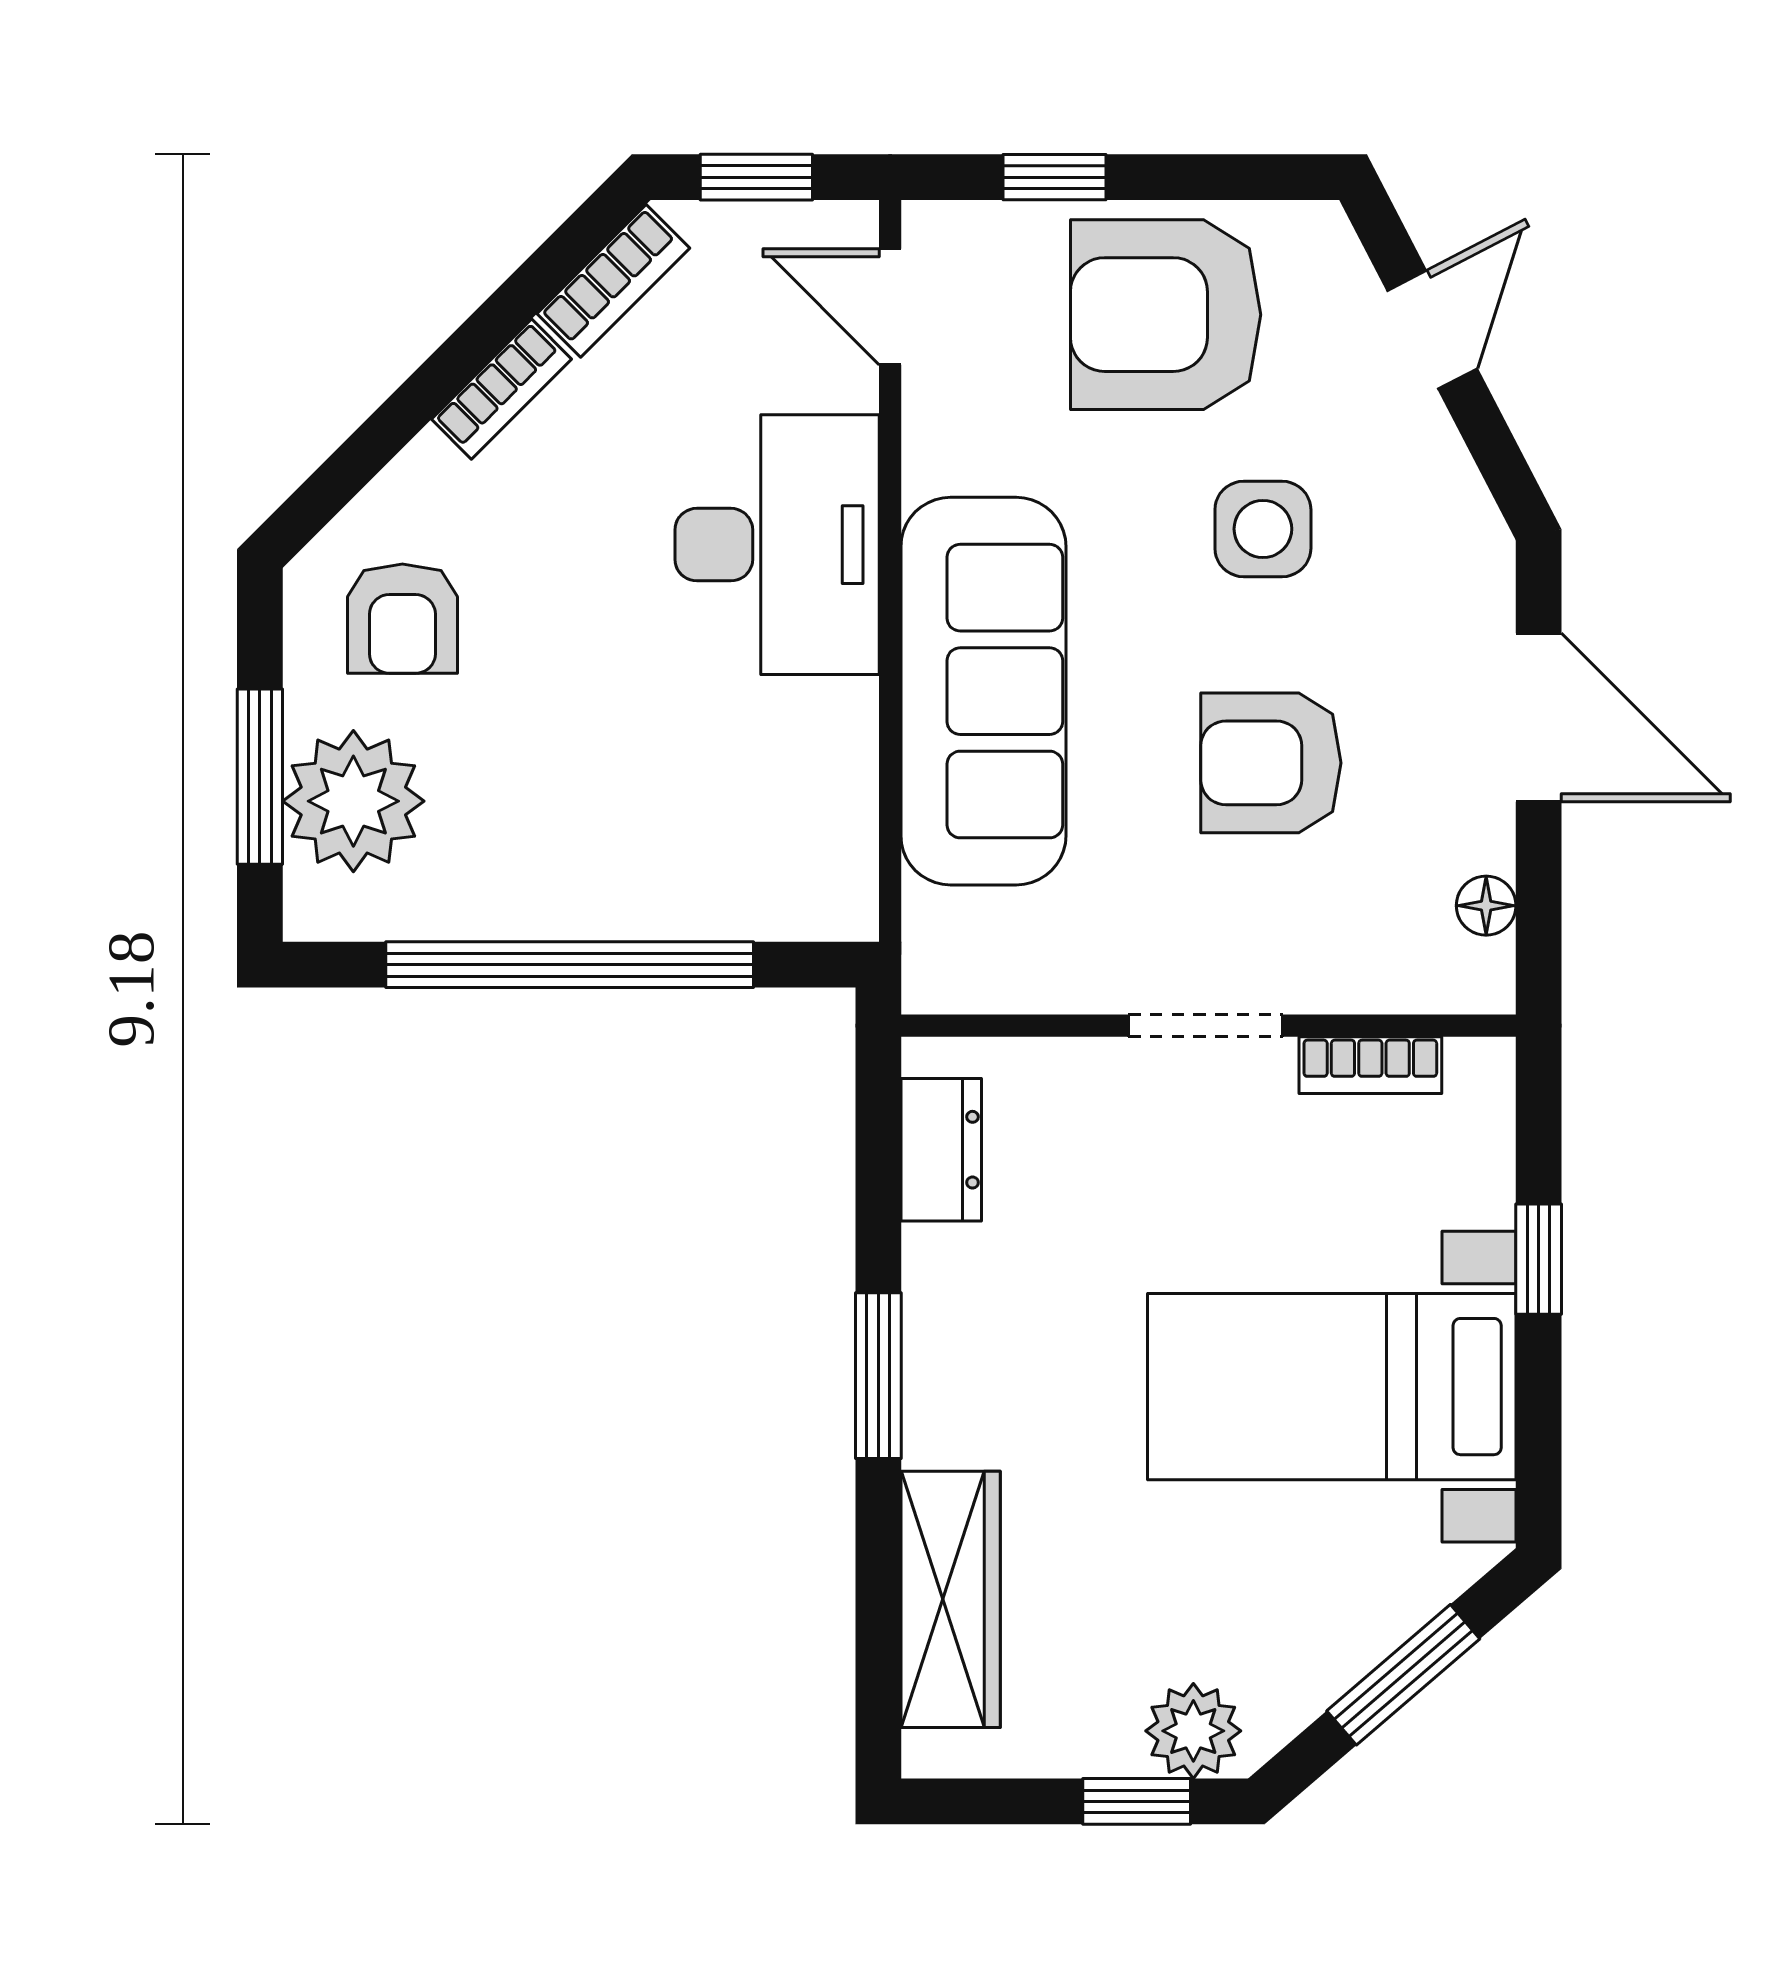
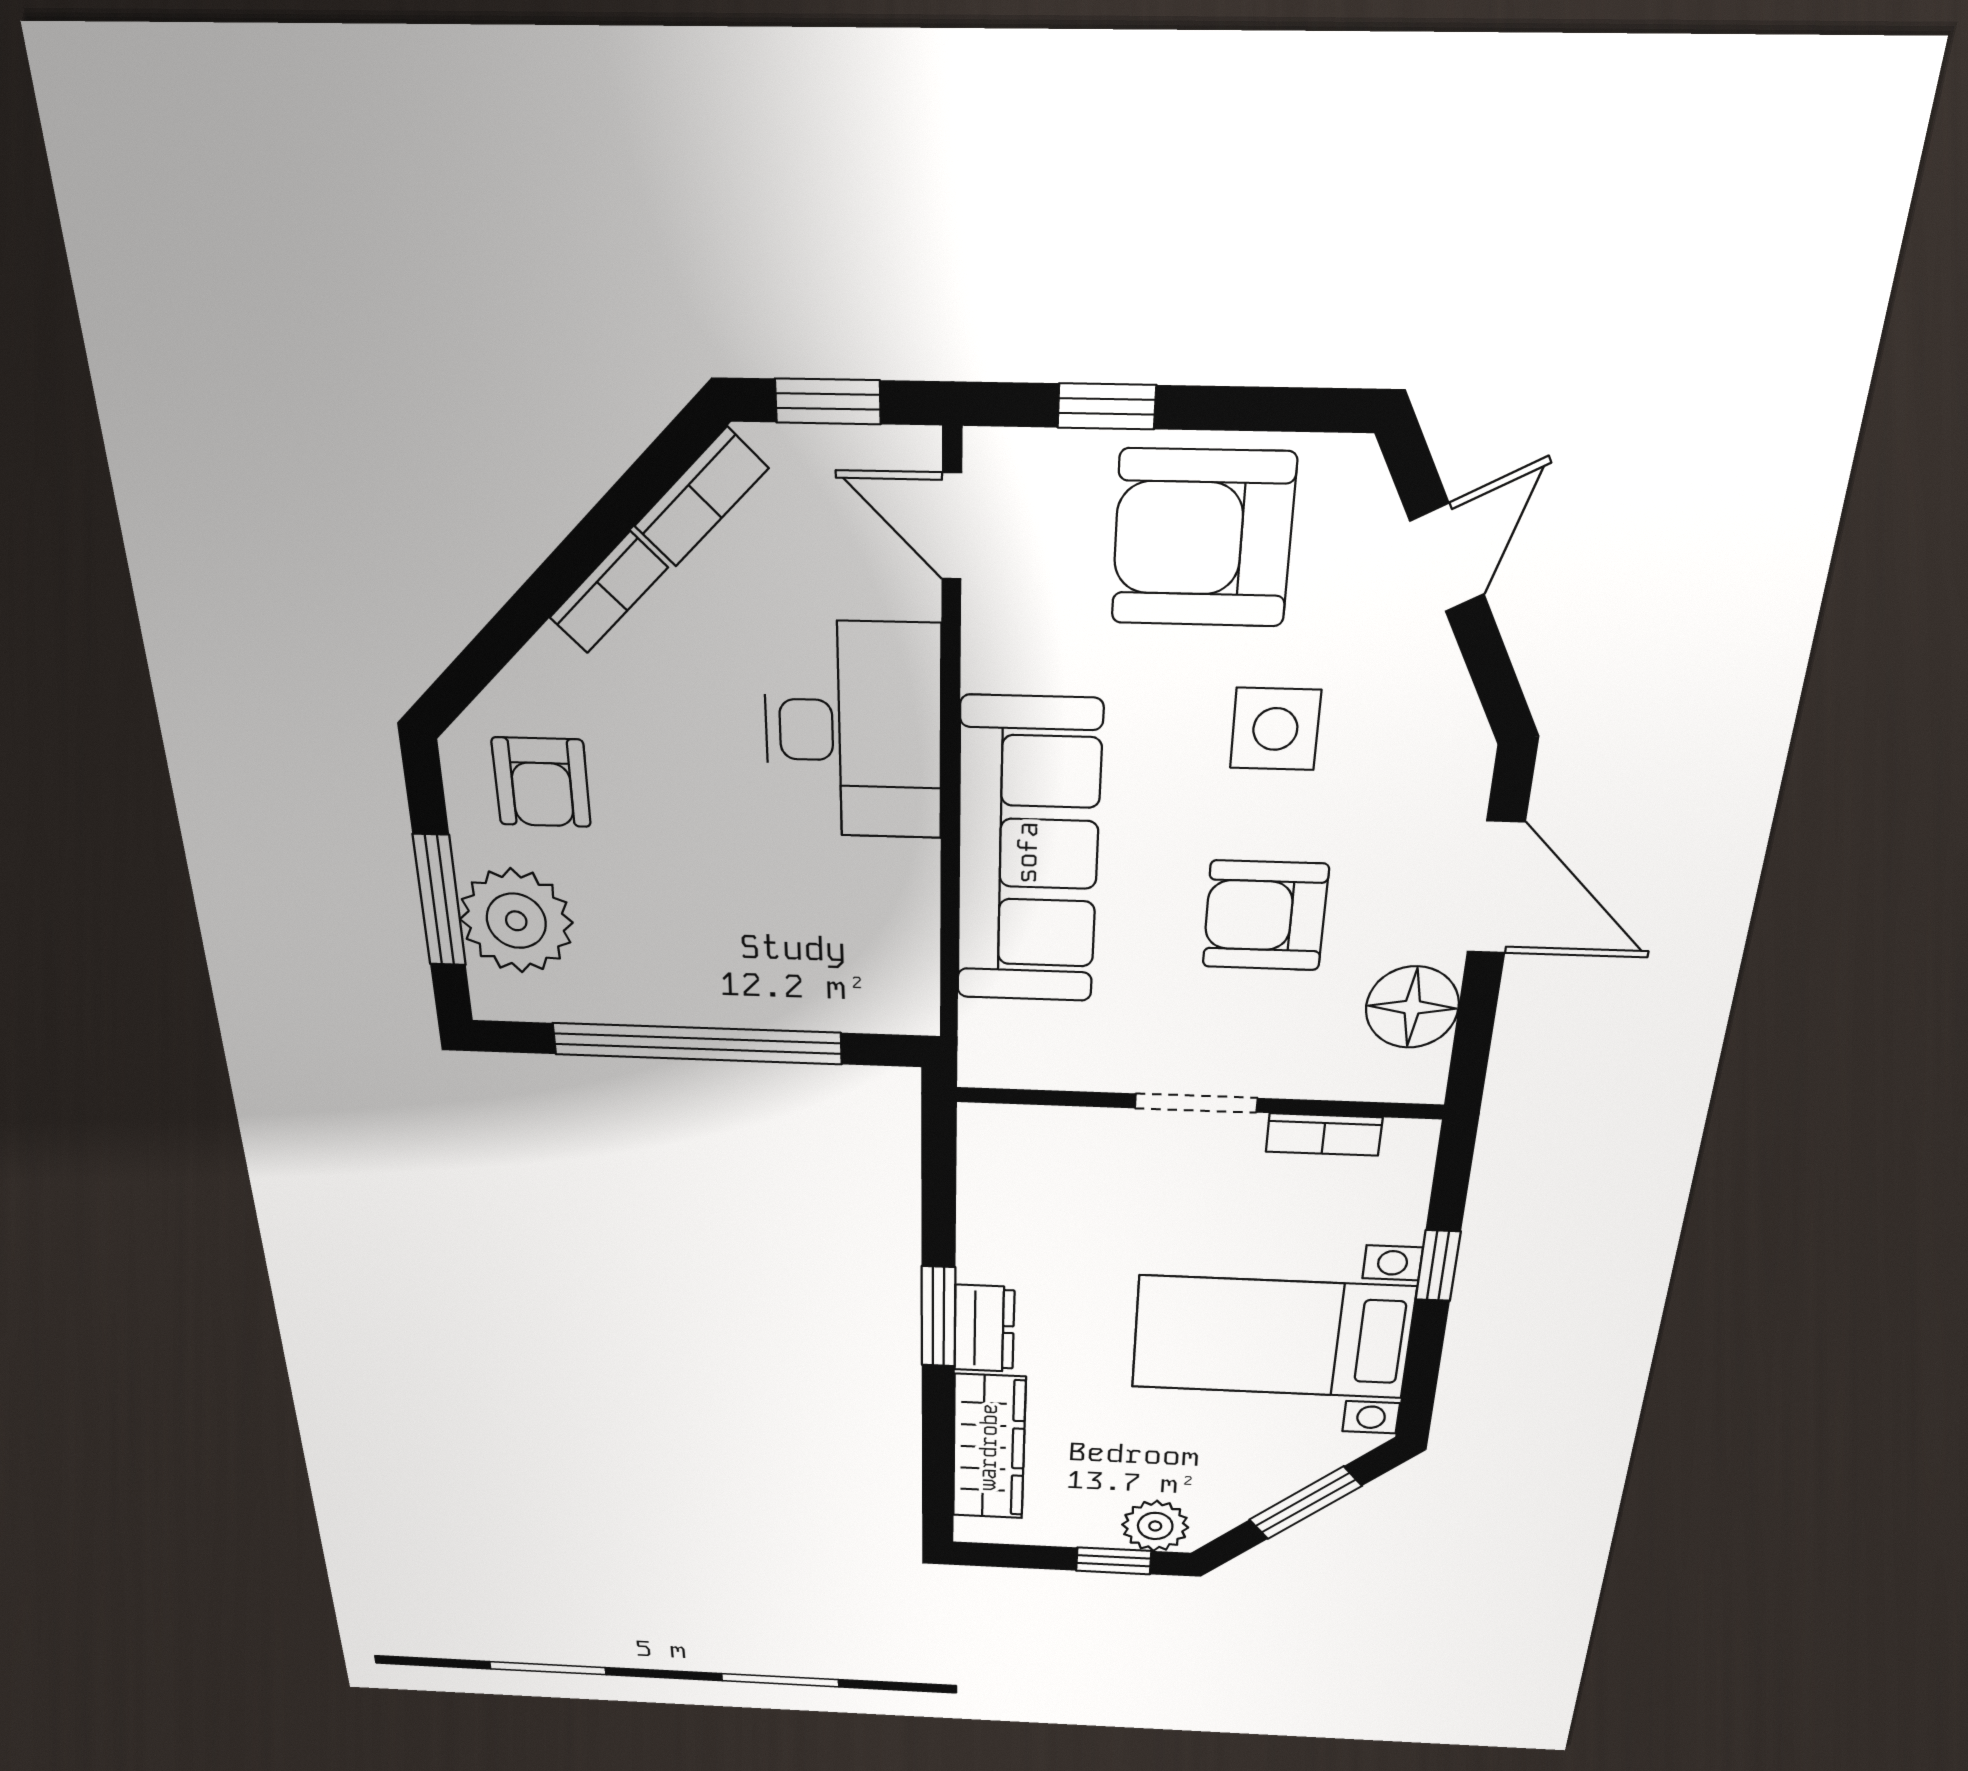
floor lamp: (1486, 906) -> (1412, 1007), width x1.89, depth x1.89
dresser: (941, 1150) -> (984, 1329), moved

